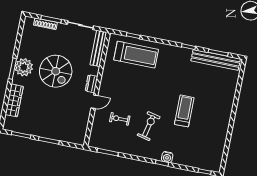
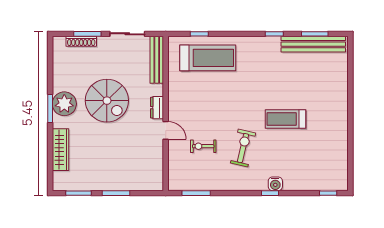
door: (94, 102) -> (166, 130), hinge flipped
treadmill: (184, 111) -> (286, 119), turned -90

